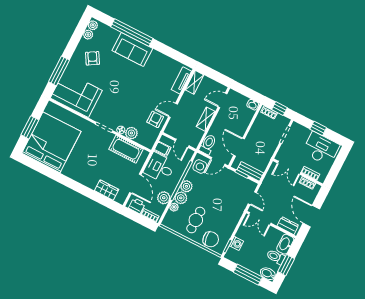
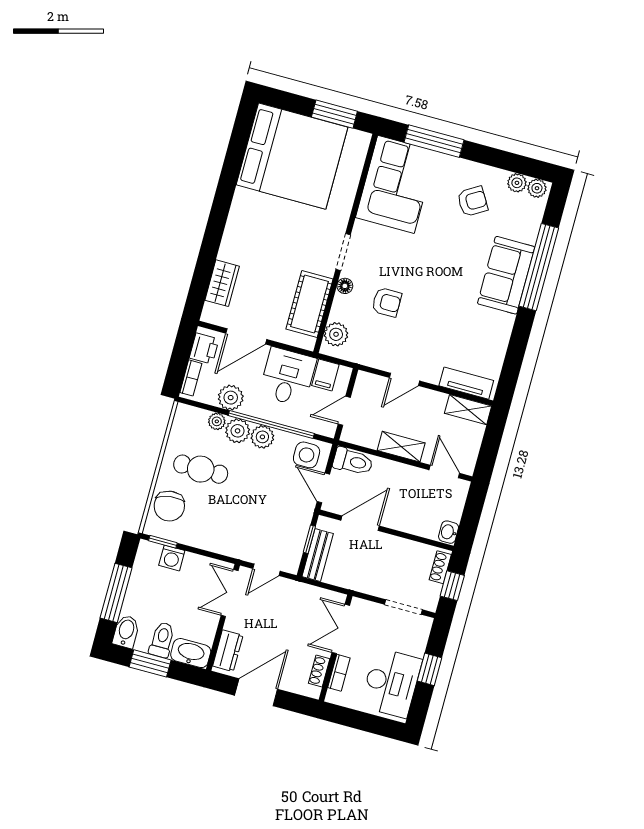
door: (173, 110) -> (404, 379), swing flipped
armchair: (155, 119) -> (387, 302), moved
window: (30, 127) -> (334, 114), moved
plant: (131, 133) -> (336, 334), moved

